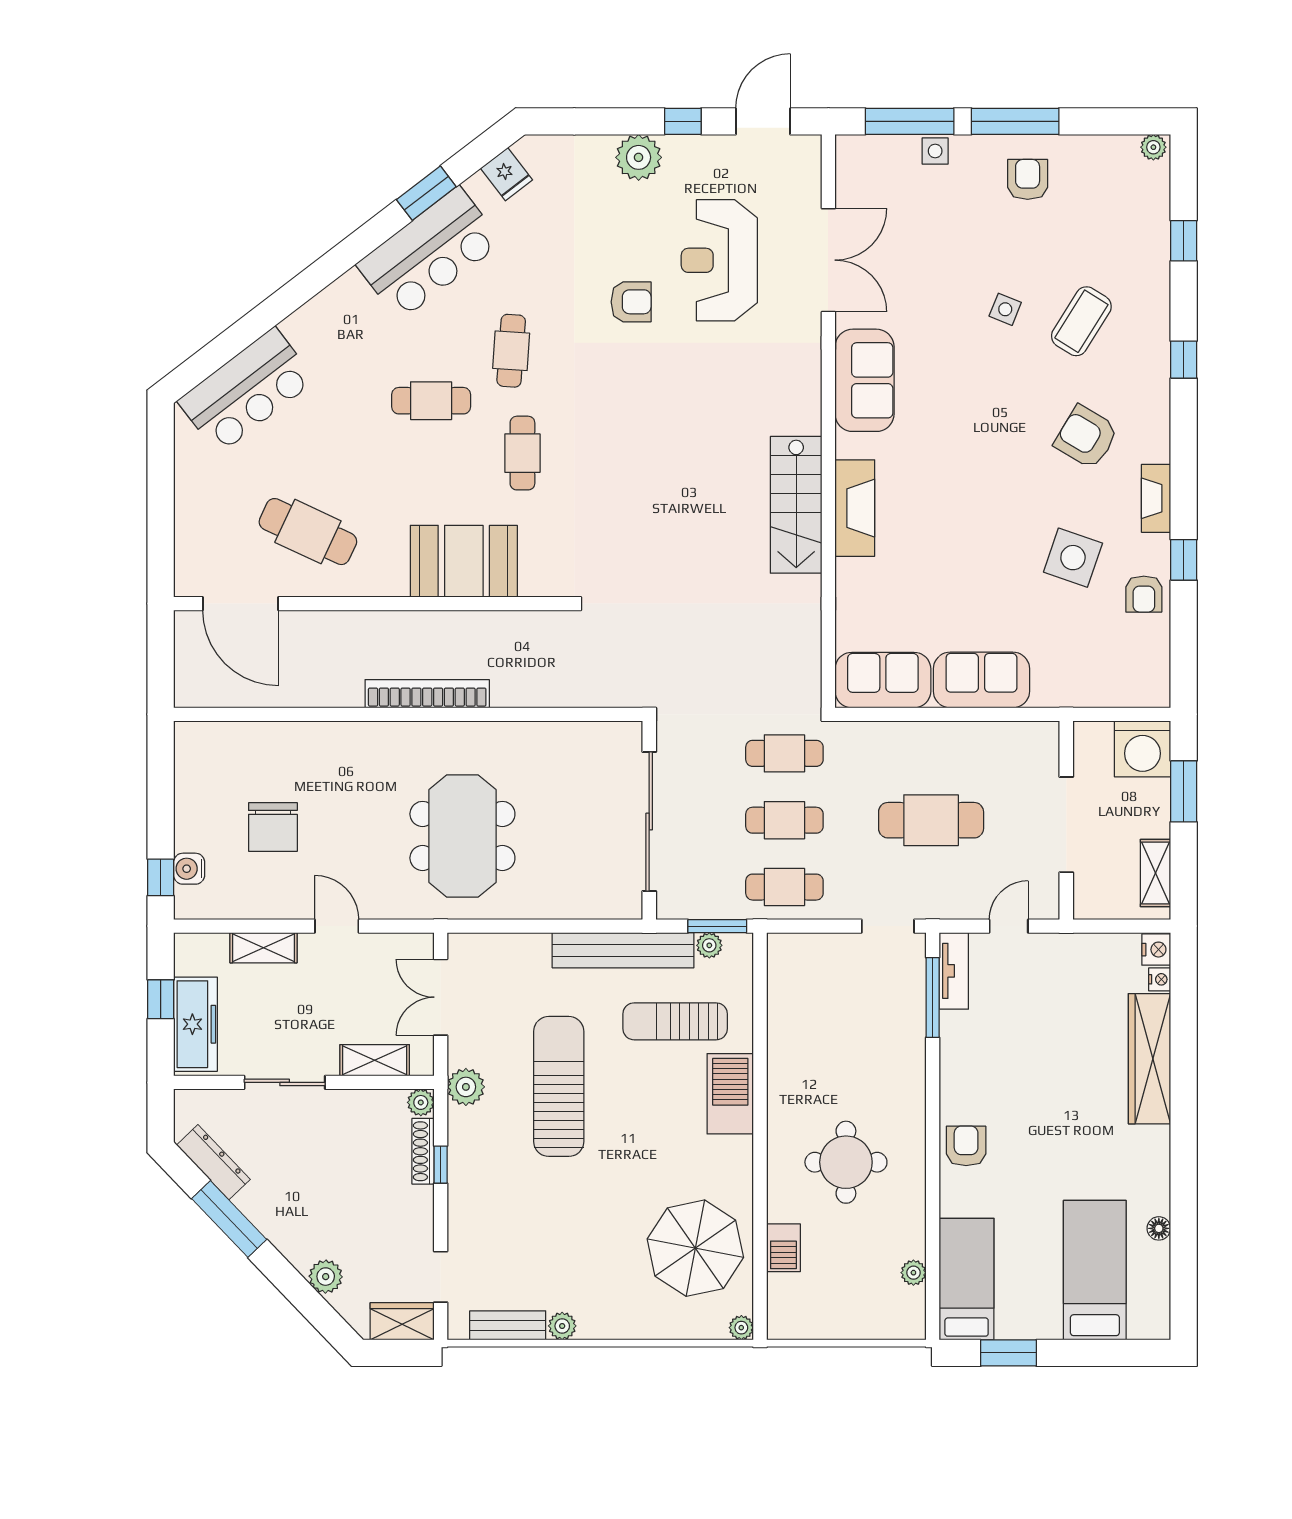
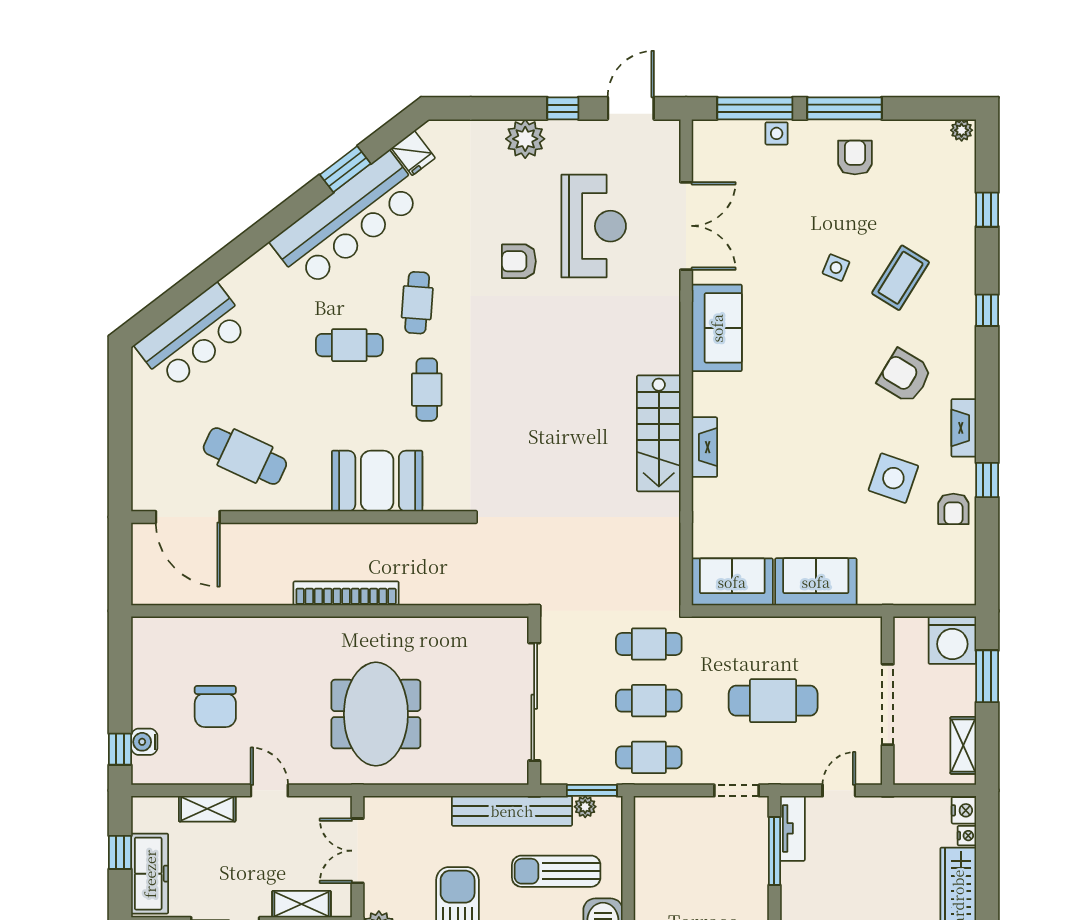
bar counter: (429, 253) -> (348, 220), width x1.36
reception desk: (719, 260) -> (594, 226), turned 180
armchair: (631, 302) -> (519, 261), turned 180
fireplace: (855, 508) -> (704, 447), width x0.73, depth x0.76

